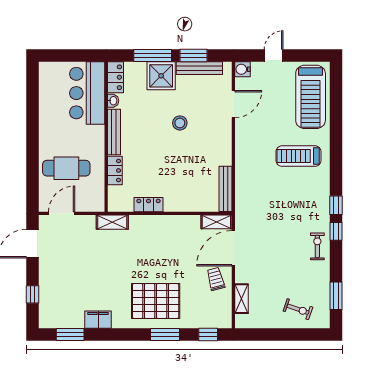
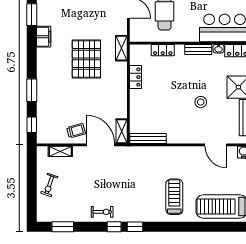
bench: (114, 132) -> (198, 50), width x0.73
pallet: (156, 301) -> (86, 59), moved
exercise bike: (298, 309) -> (49, 185), moved

